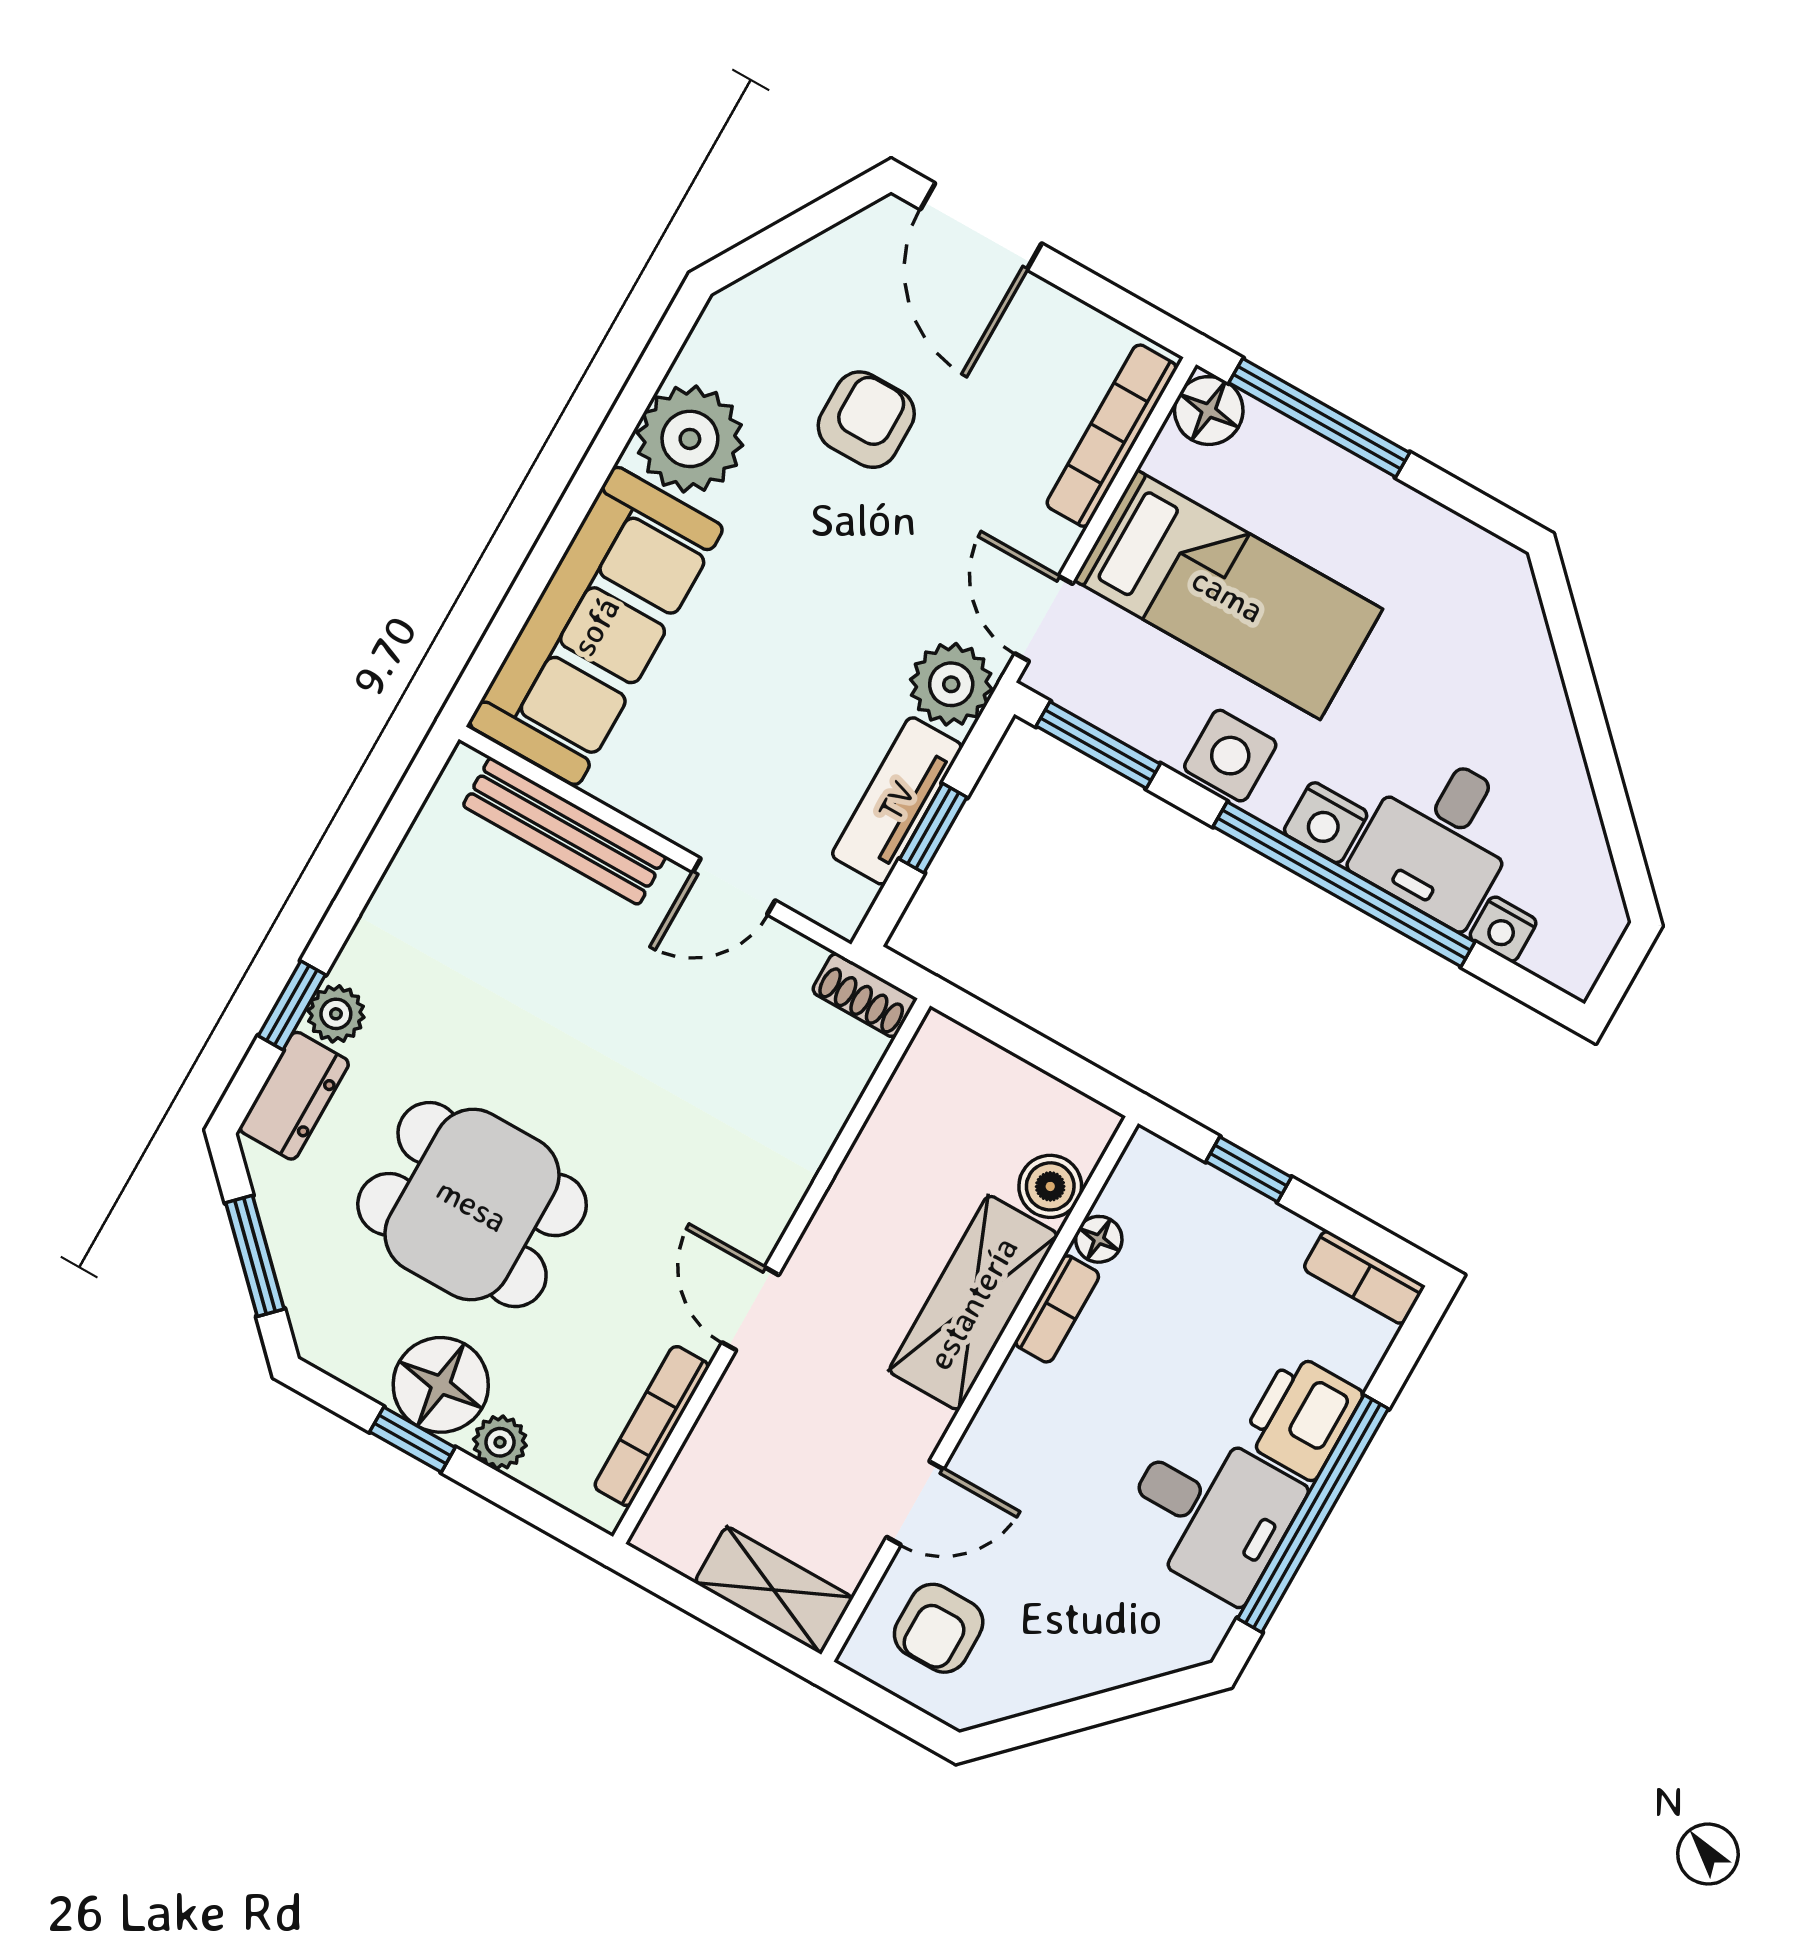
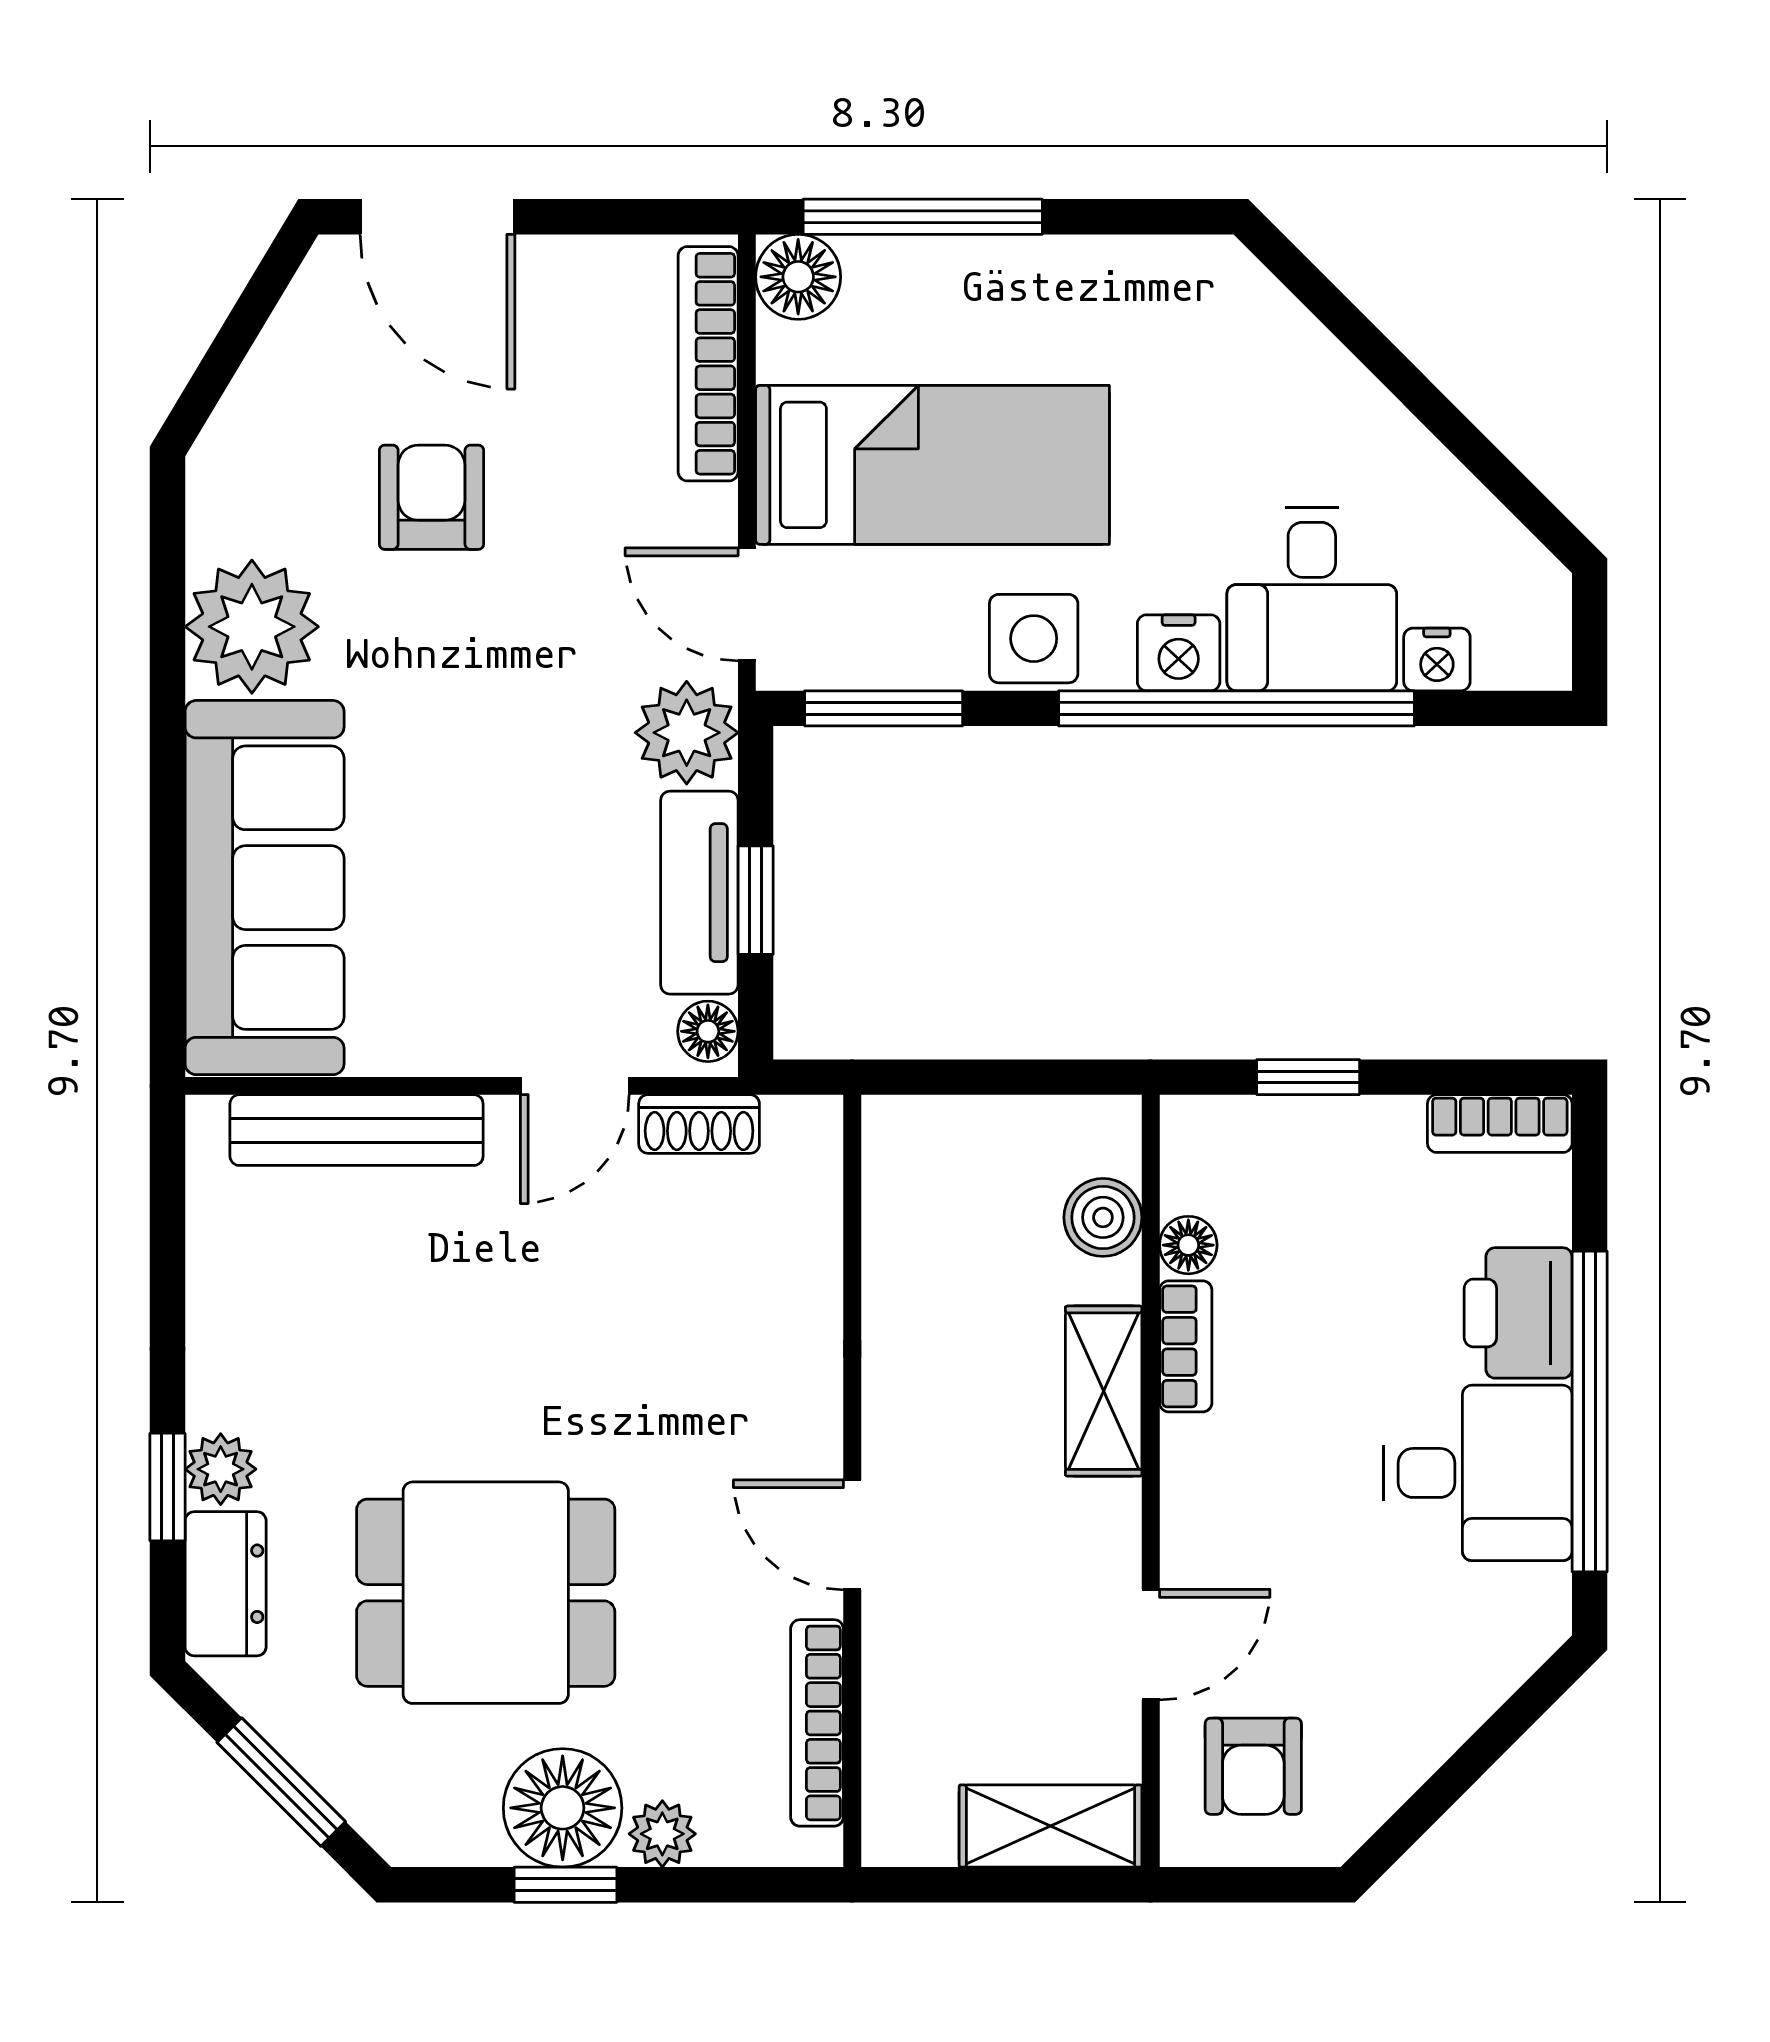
floor lamp: (848, 901) -> (708, 1031), added
shoe rack: (864, 995) -> (699, 1124), moved
shelving: (973, 1303) -> (1104, 1391), width x0.67, depth x0.75

